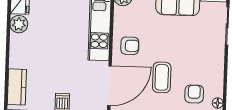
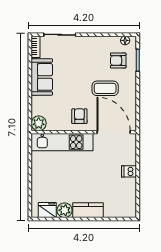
kitchen counter: (17, 87) -> (88, 210), moved

